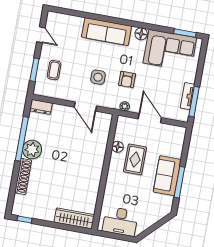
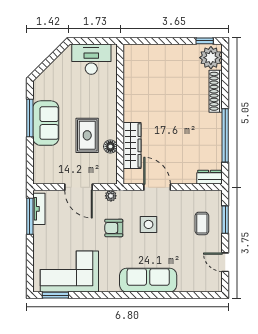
floor lamp: (141, 34) -> (107, 285), removed
armchair: (127, 79) -> (114, 228), turned -90
tv unit: (187, 96) -> (39, 209), moved
plant: (32, 150) -> (211, 58), moved
wardrobe: (74, 218) -> (132, 145), moved, turned -90

